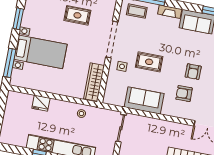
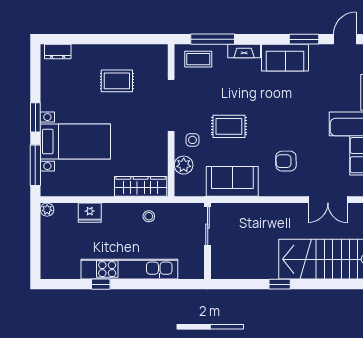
window: (18, 19) -> (35, 117), moved
armchair: (193, 72) -> (293, 128), removed
wardrobe: (94, 82) -> (141, 186), moved, turned 90
plant: (112, 83) -> (184, 165), added
plant: (12, 95) -> (47, 210), added

